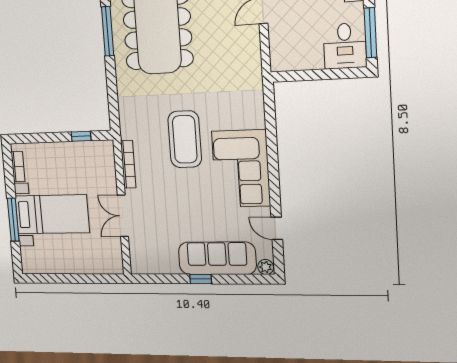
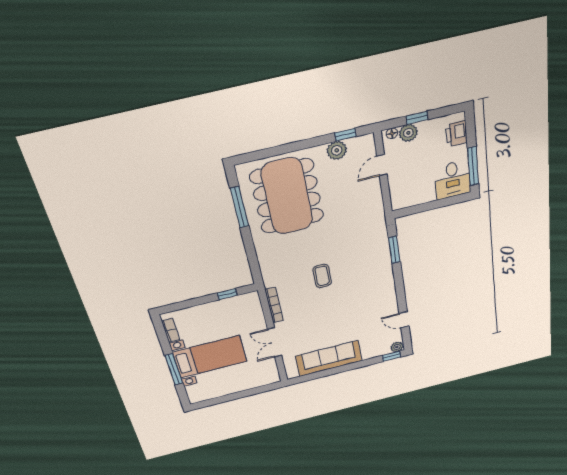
window: (271, 125) -> (394, 250), added
coffee table: (185, 139) -> (322, 276), width x0.54, depth x0.58
corner sofa: (241, 169) -> (372, 286), removed
sofa: (217, 258) -> (329, 358), moved
window: (201, 279) -> (391, 356), moved

